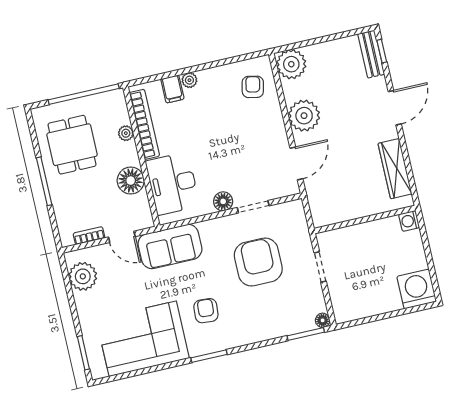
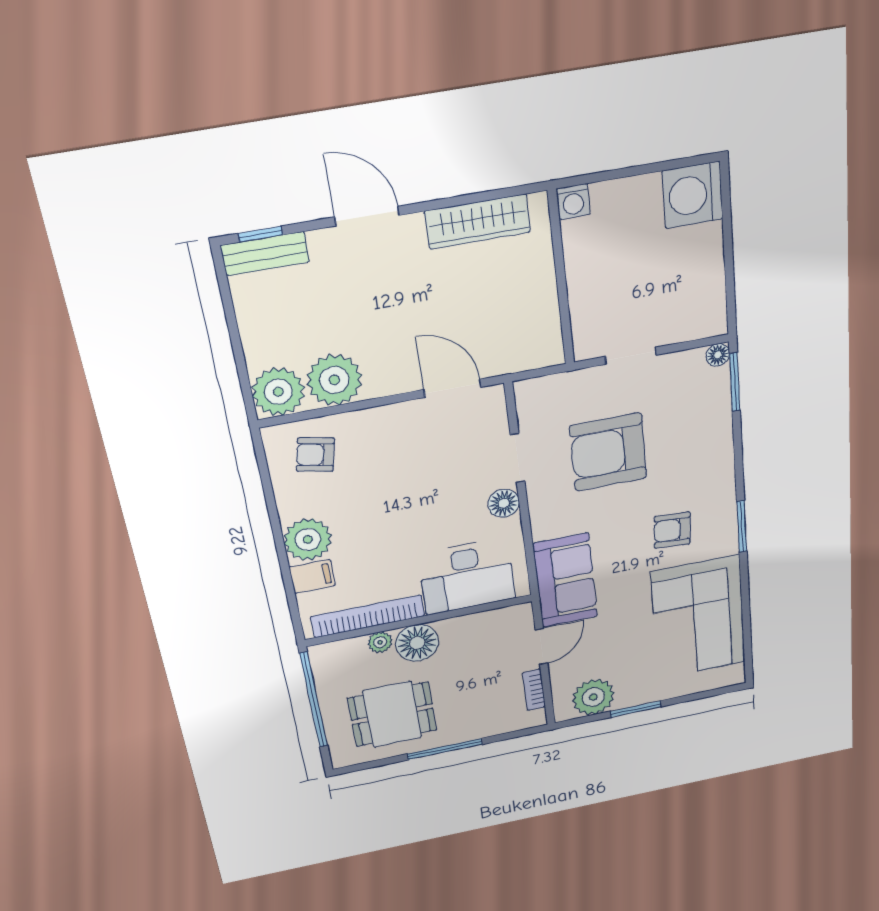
plant: (189, 80) -> (308, 540), width x1.88, depth x1.88
plant: (304, 116) -> (334, 380), moved
floor lamp: (131, 181) -> (417, 643), moved
window: (83, 353) -> (636, 709), moved

